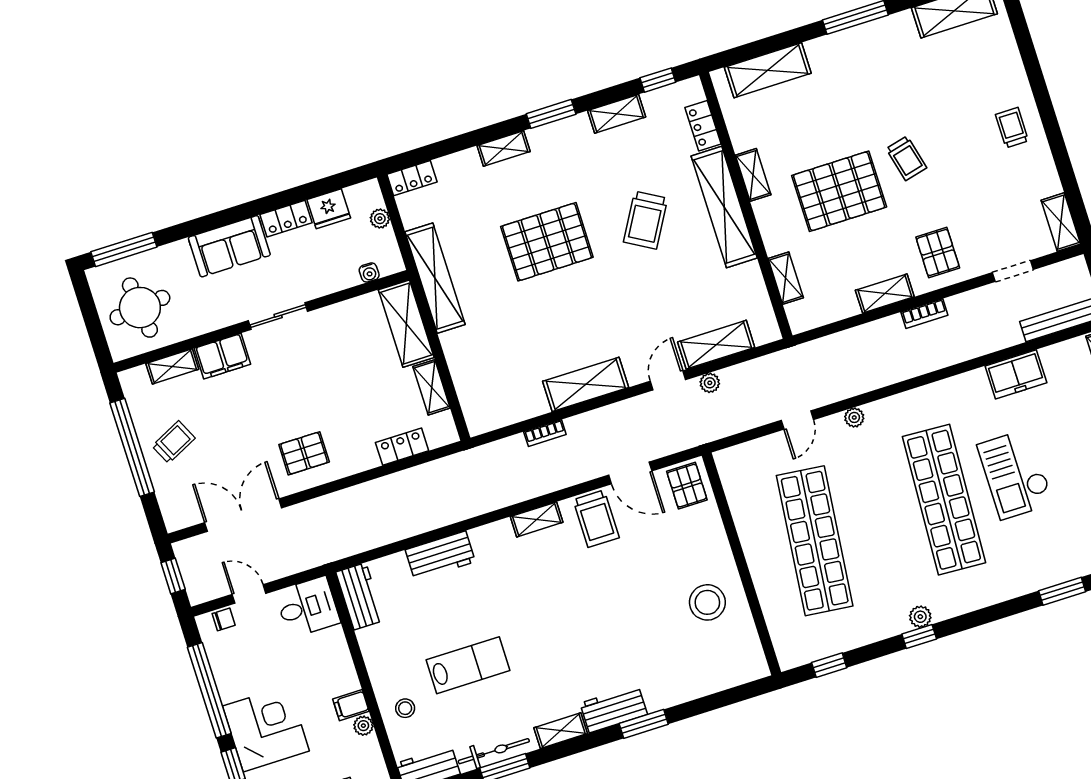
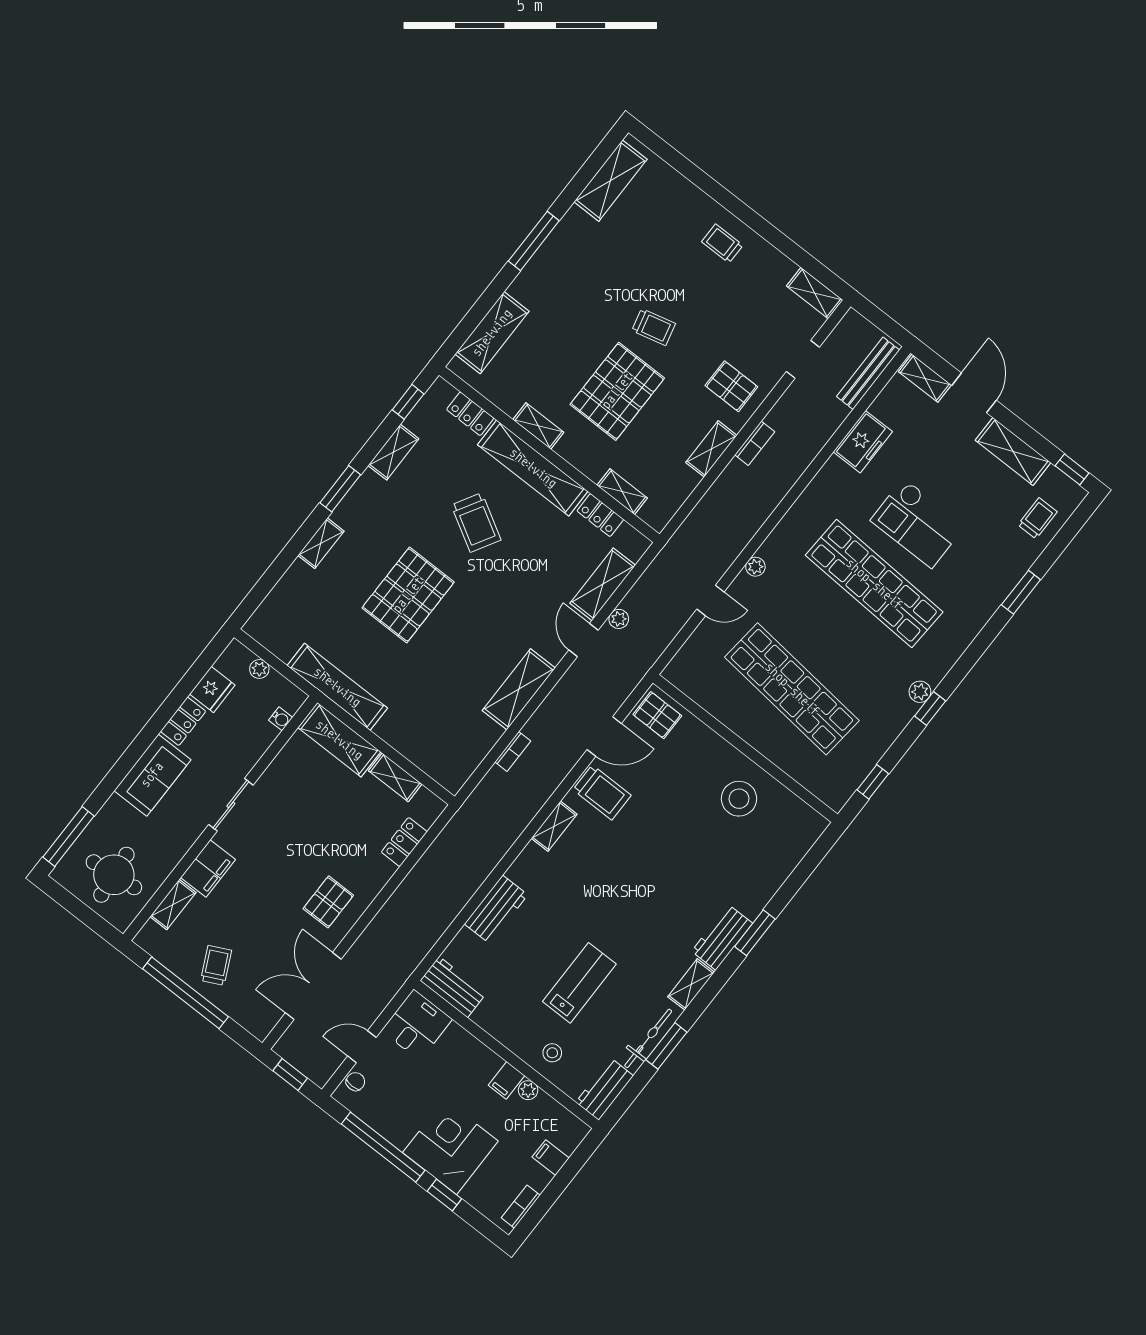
locker: (412, 178) -> (600, 515), moved, turned 90
door: (797, 420) -> (711, 600), hinge flipped

